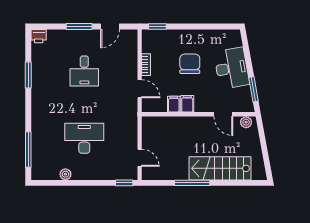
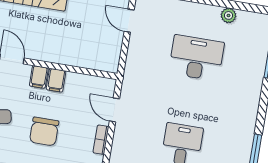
filing cabinet: (174, 104) -> (39, 77), moved
desk: (84, 138) -> (196, 58), turned 180

